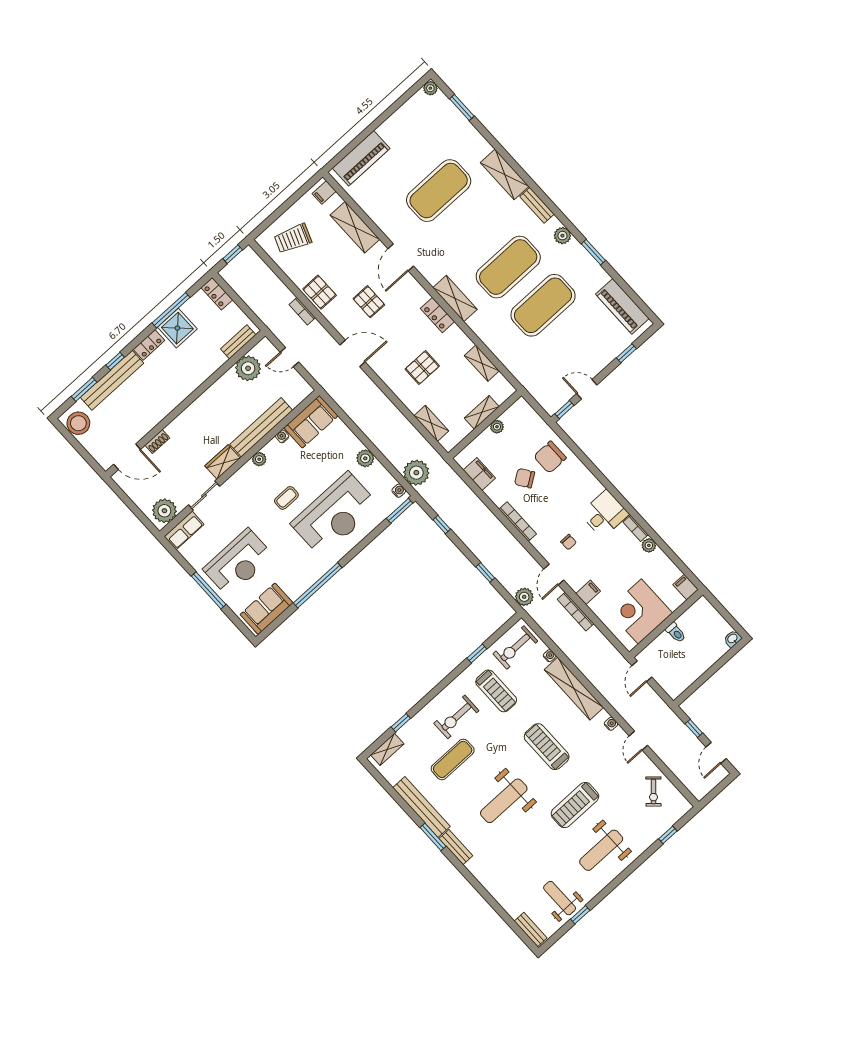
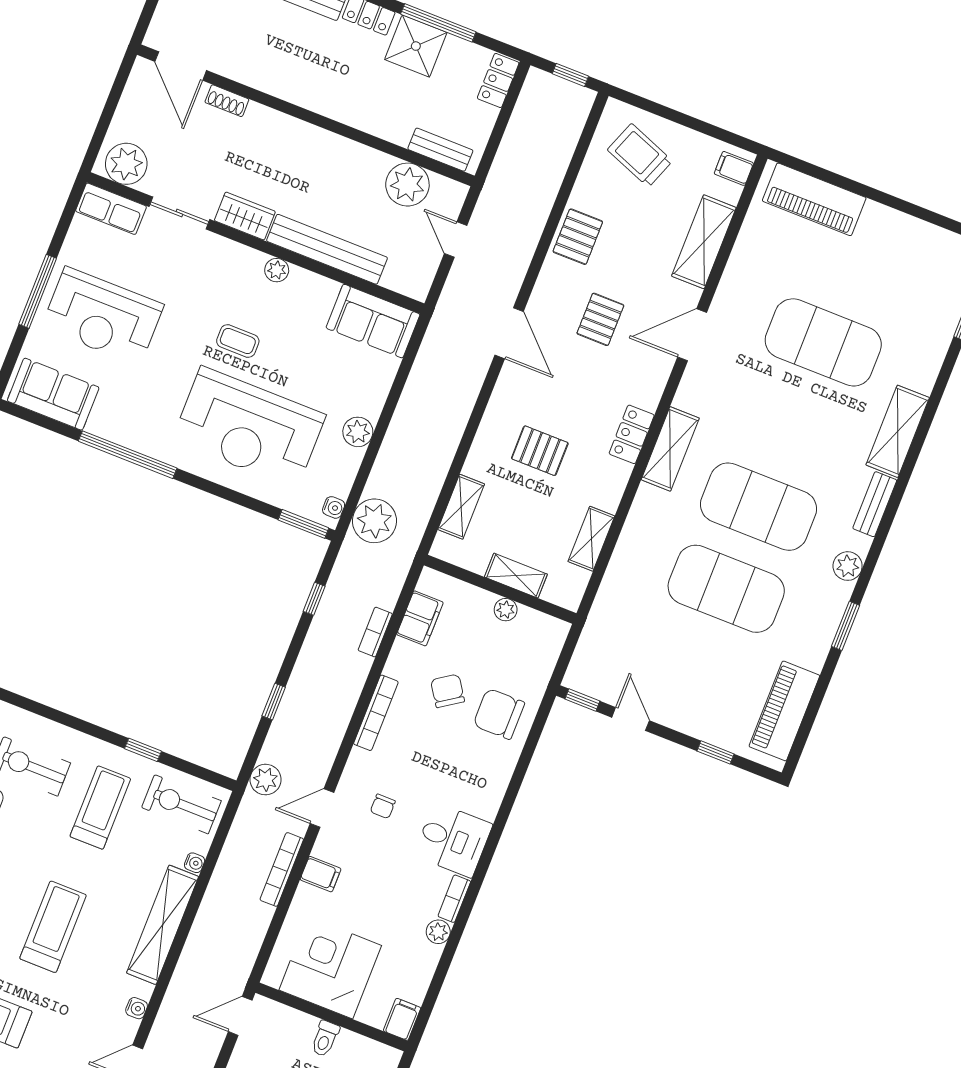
bookcase: (302, 311) -> (375, 632), moved
water cooler: (282, 436) -> (329, 288), removed
treadmill: (496, 691) -> (100, 808), turned 180

